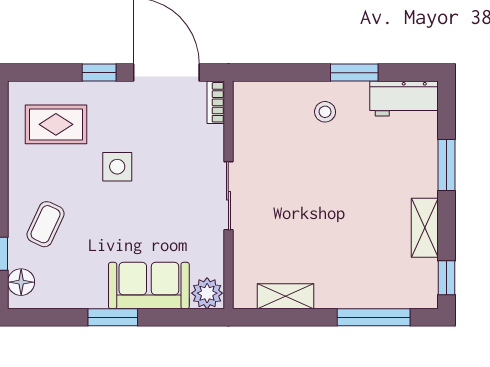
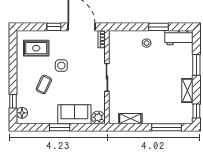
coffee table: (46, 224) -> (44, 84), moved

